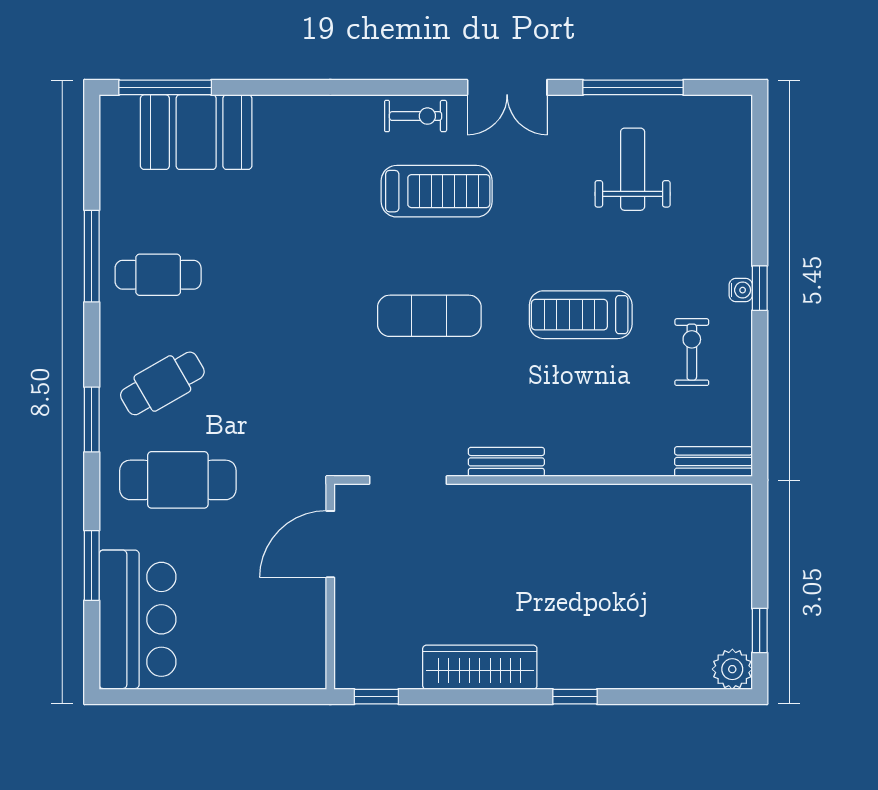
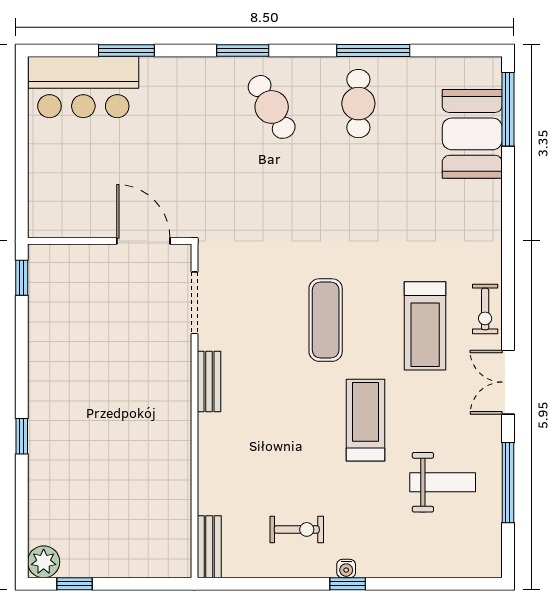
treadmill: (581, 315) -> (365, 420), moved
cafe table: (178, 480) -> (195, 119), removed
wardrobe: (480, 667) -> (45, 360), removed

